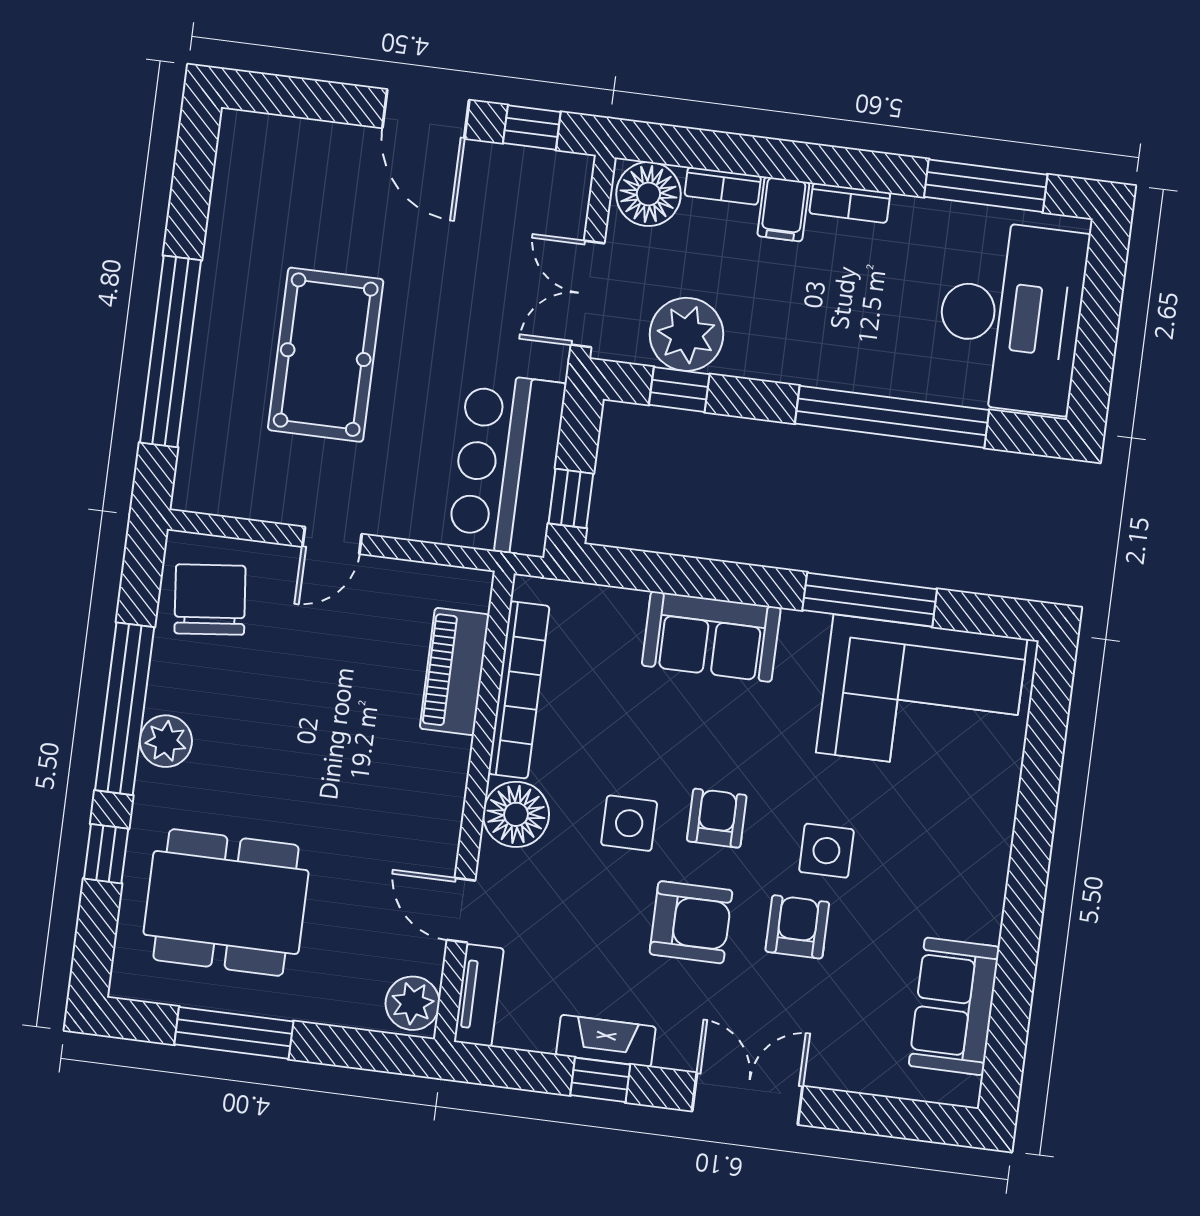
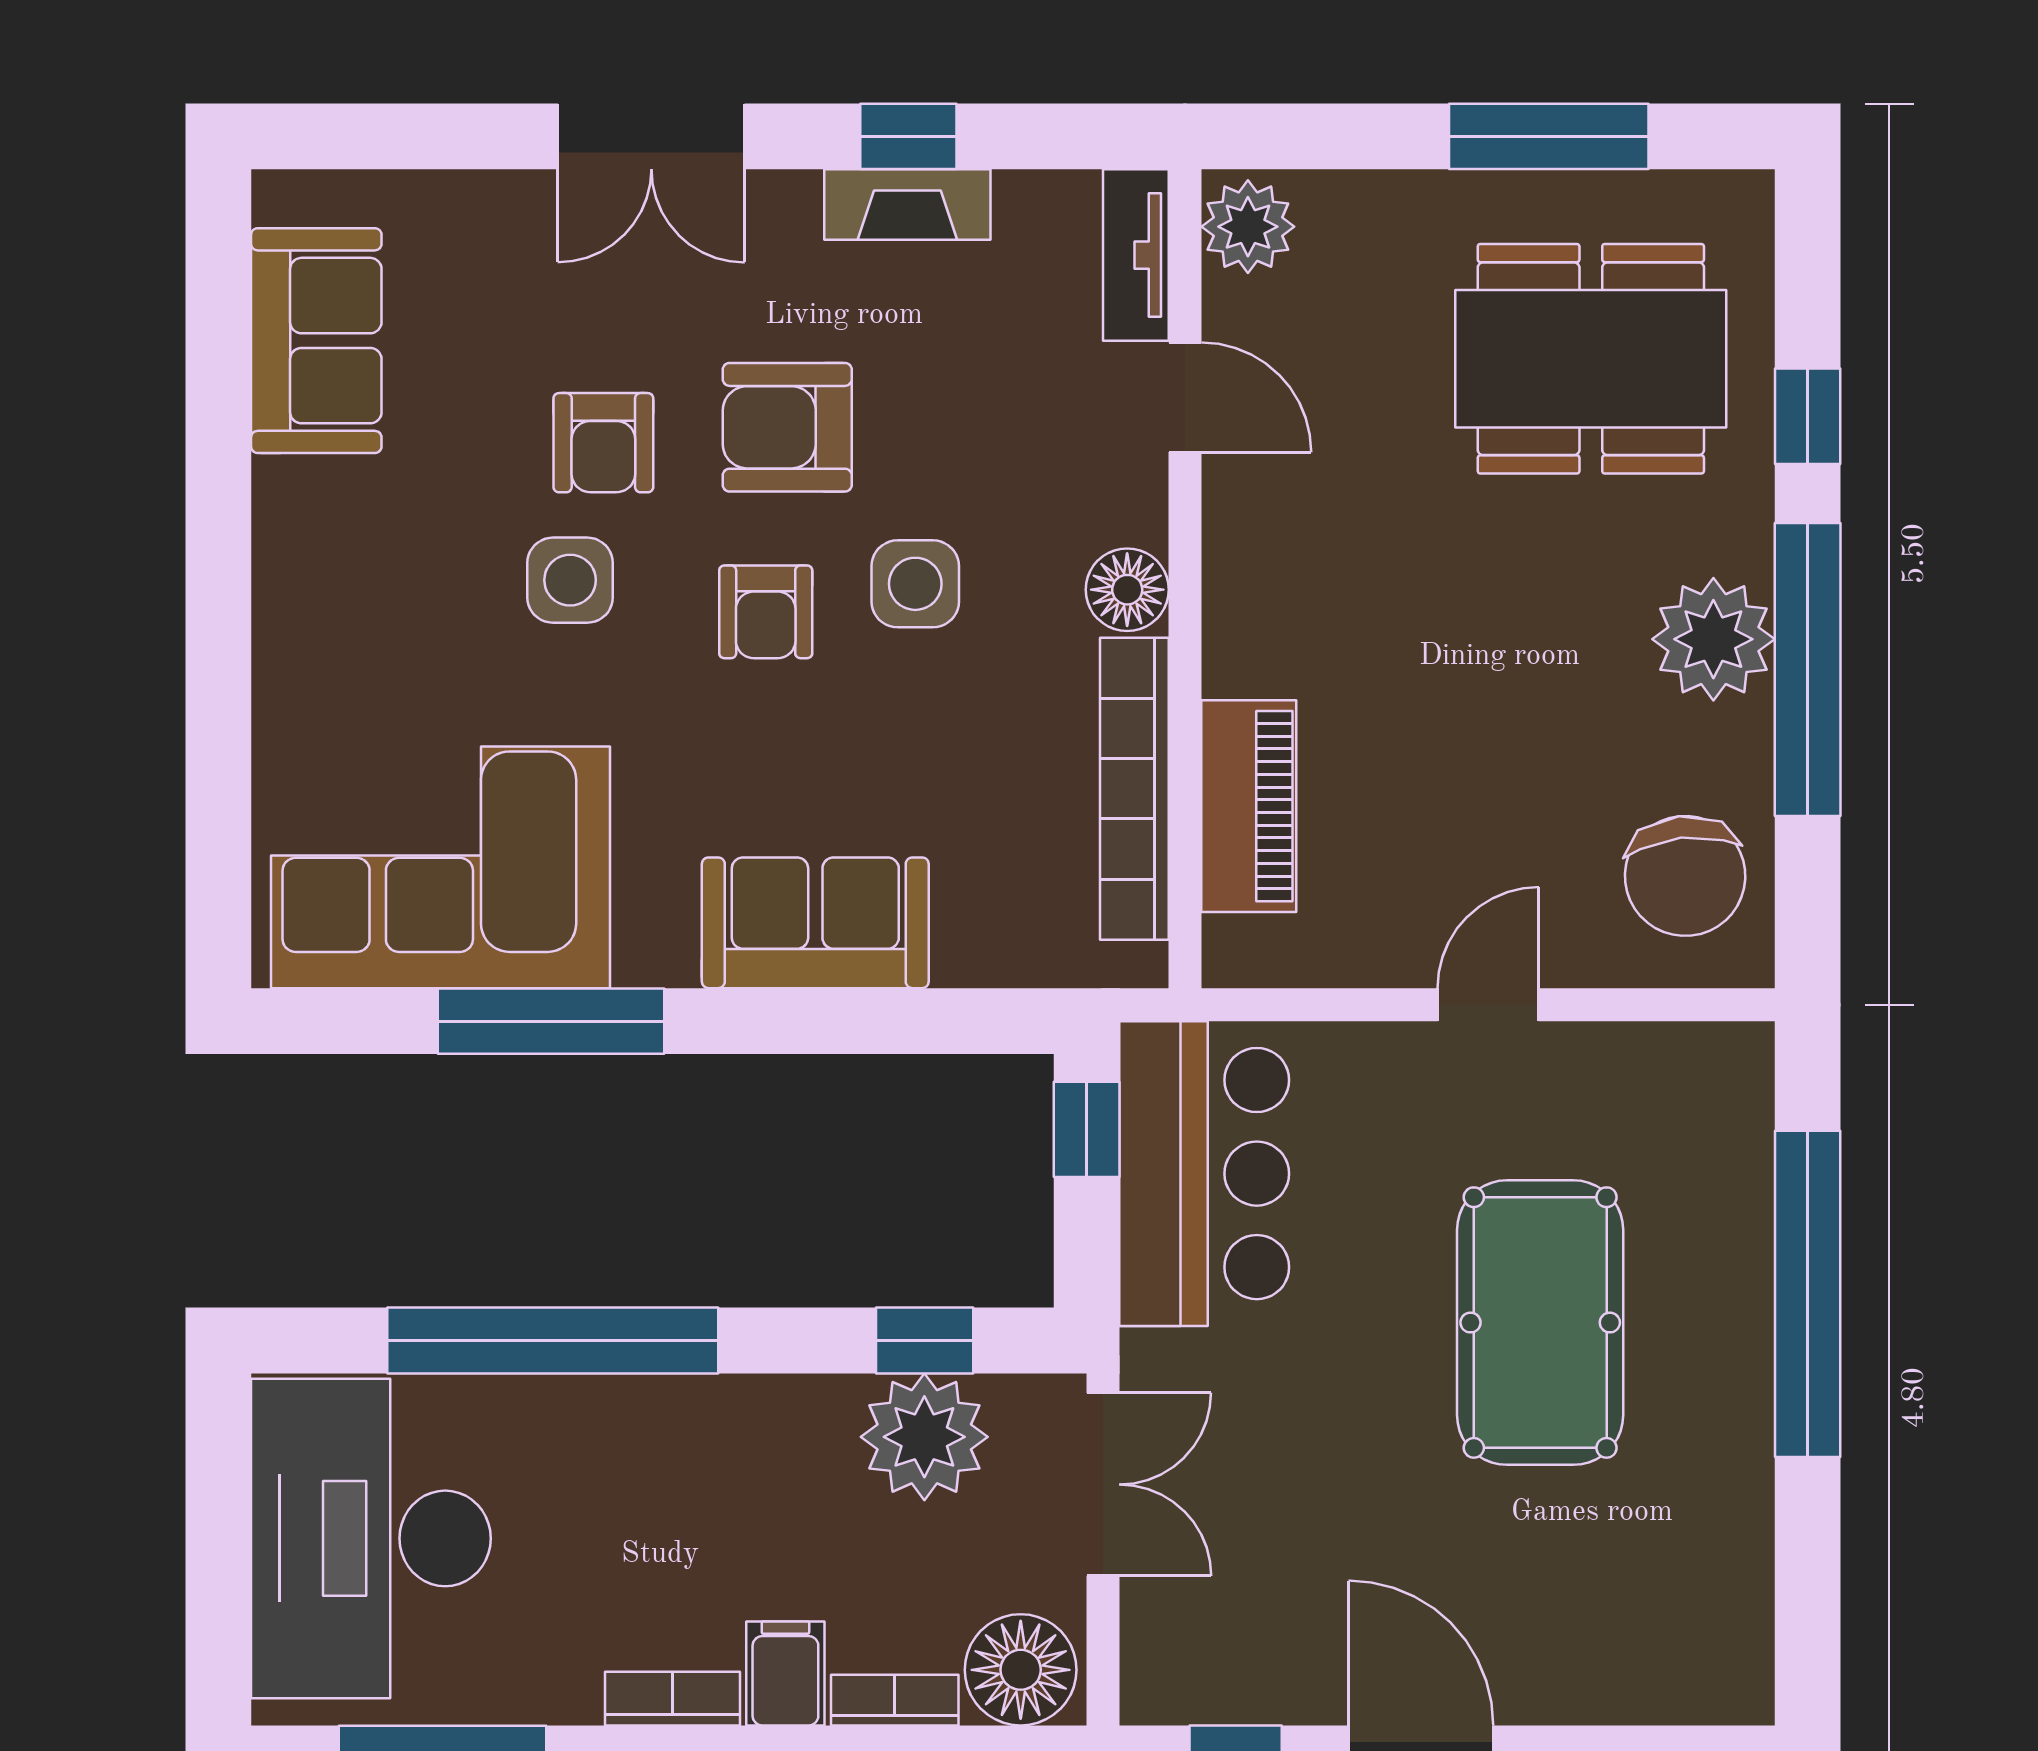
plant: (166, 741) -> (1713, 639), width x1.36, depth x1.36
floor lamp: (516, 814) -> (1127, 590), width x0.73, depth x0.73

